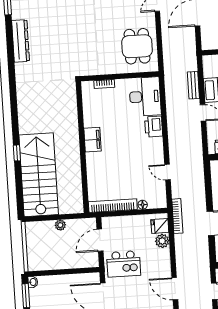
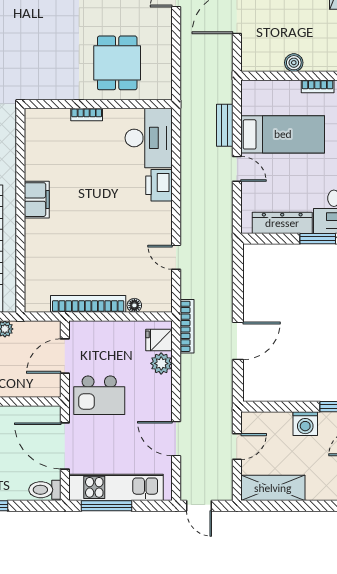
dining table: (137, 46) -> (117, 63), moved
filing cabinet: (92, 140) -> (37, 200), moved
wall: (82, 147) -> (20, 210), moved

